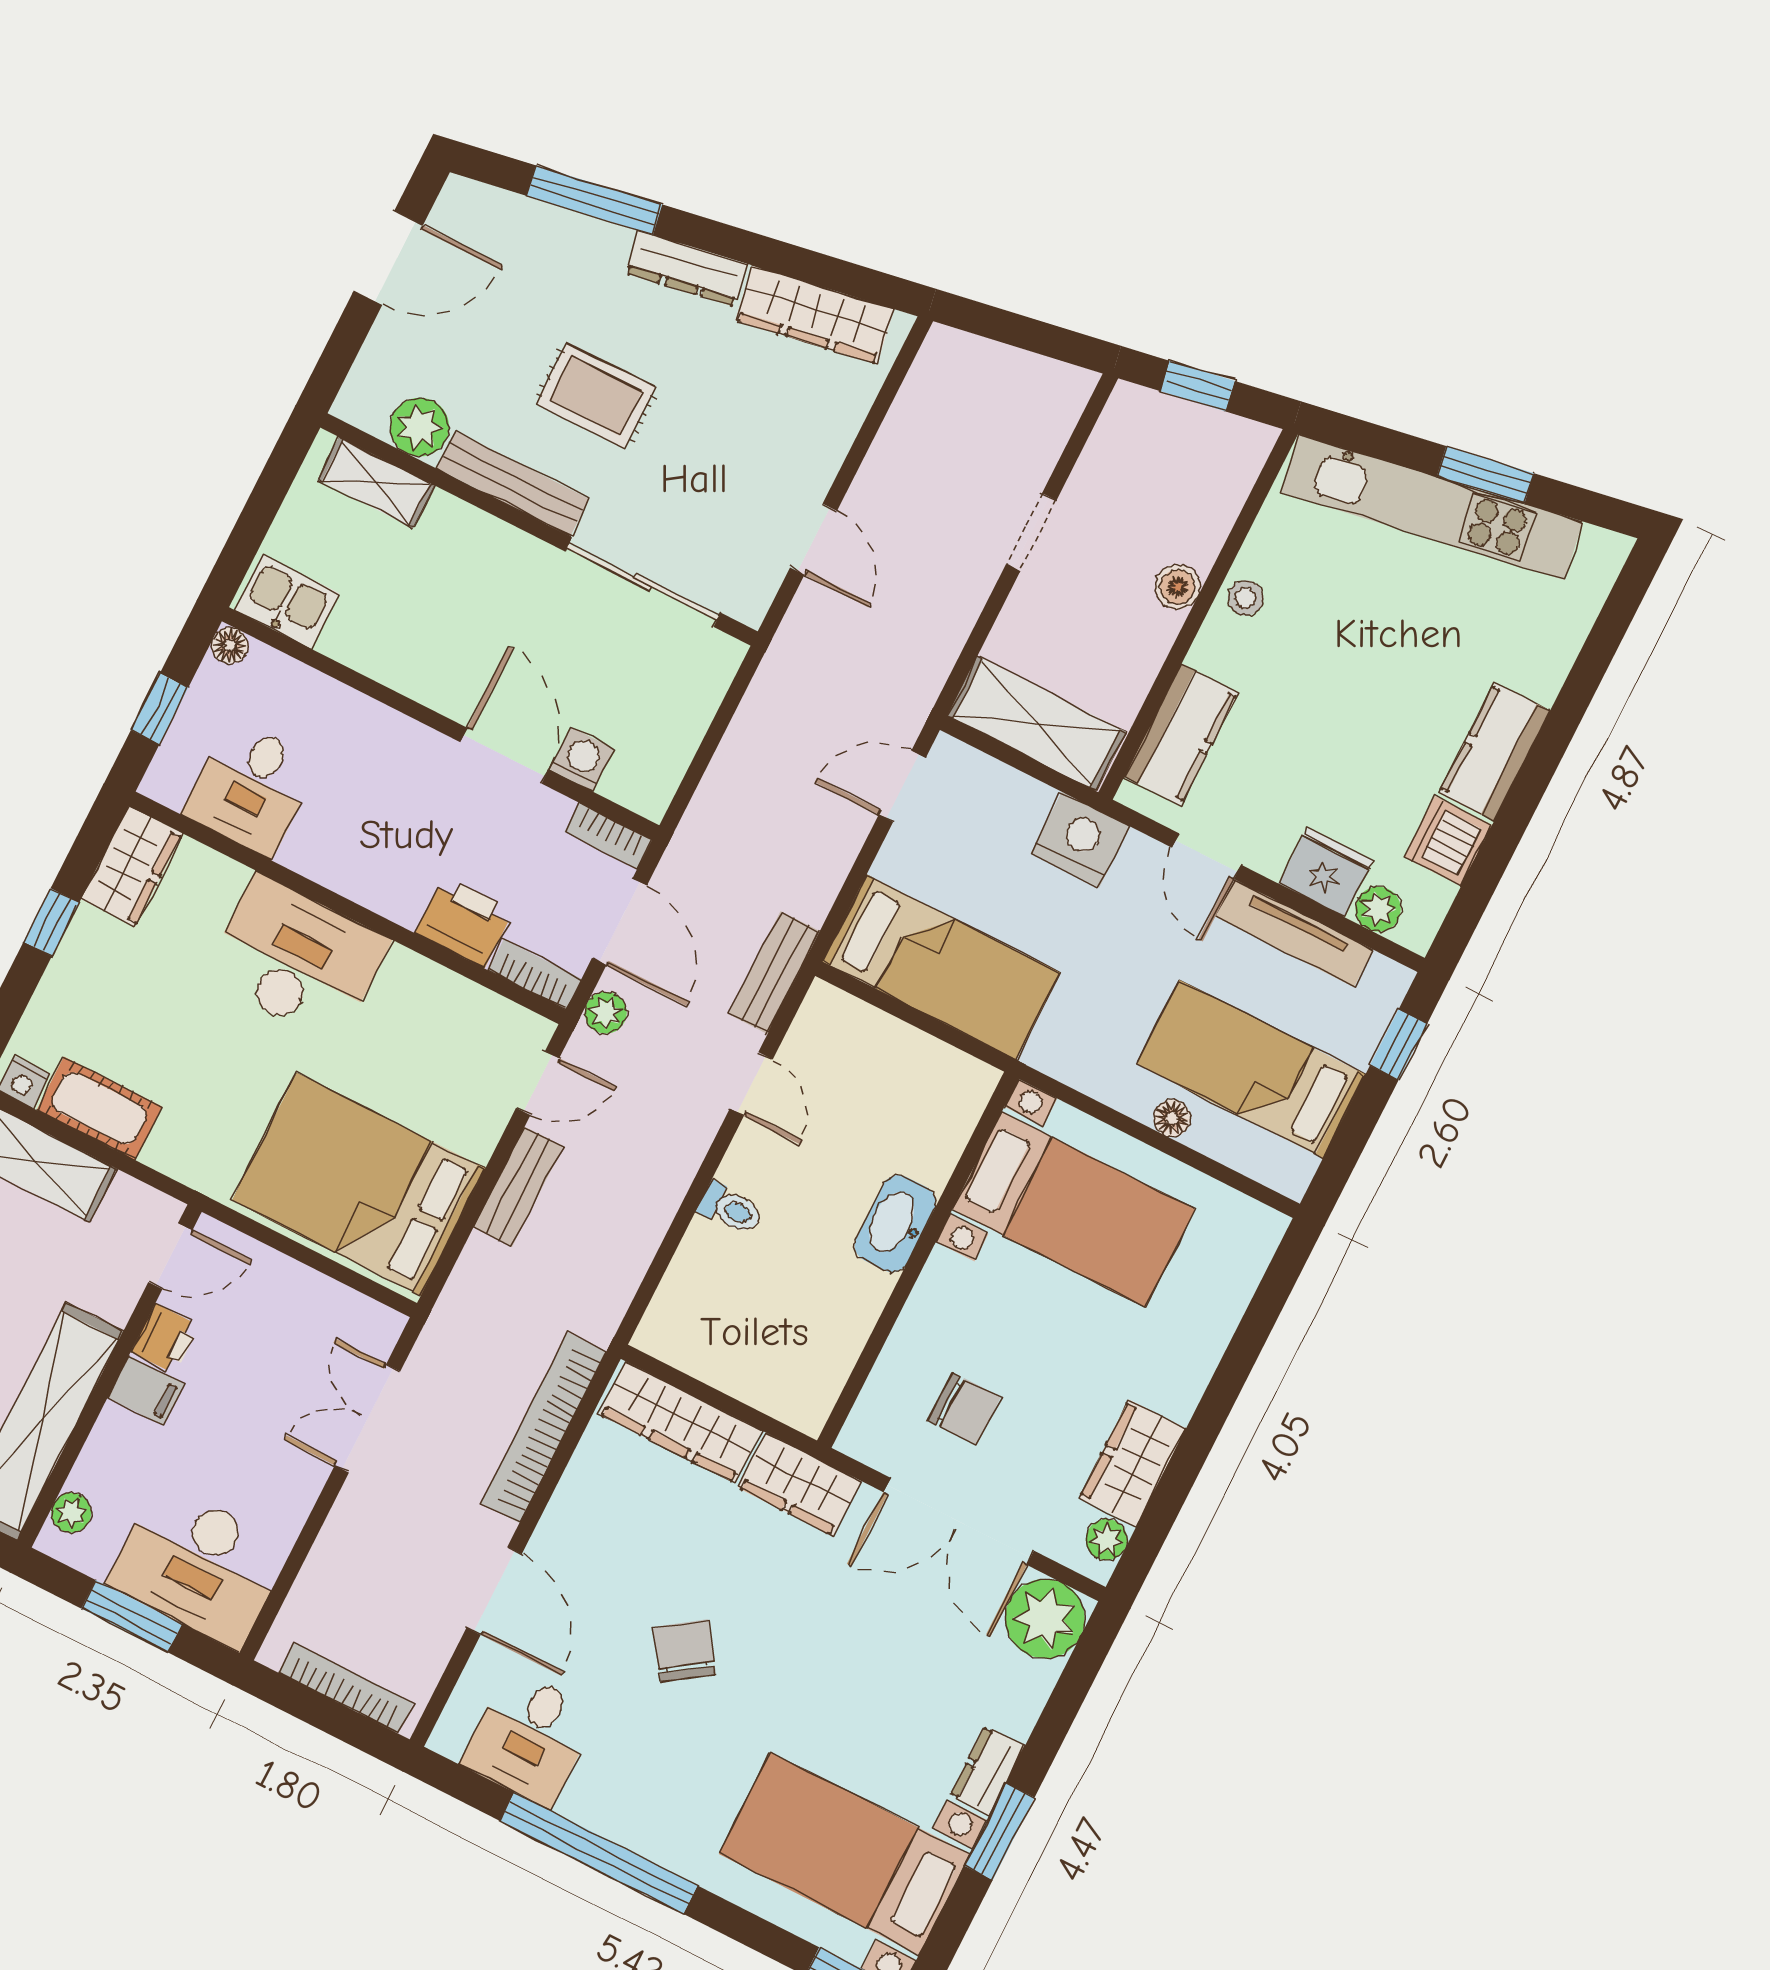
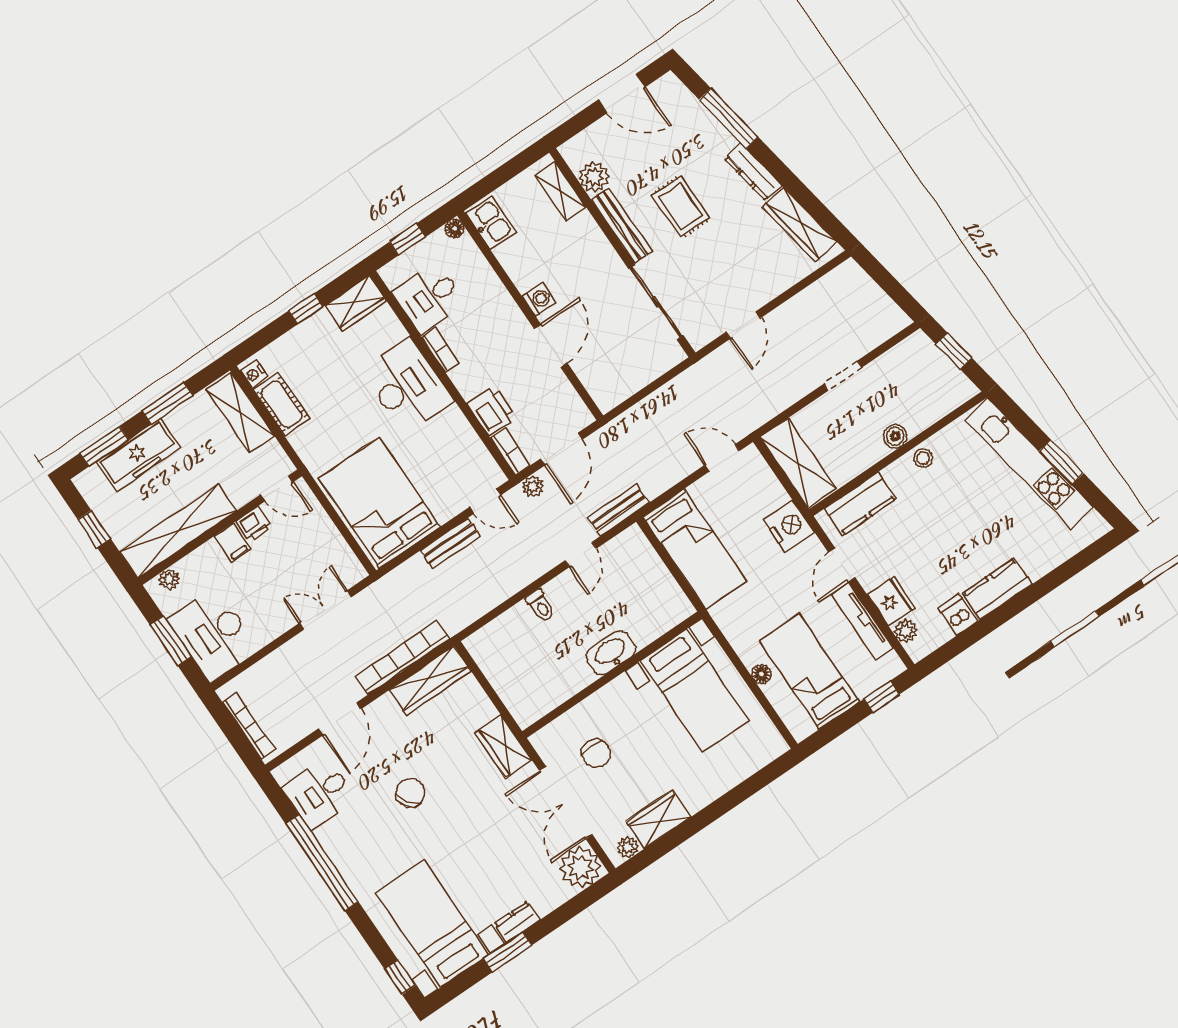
washing machine: (582, 759) -> (539, 300), moved
bookcase: (608, 836) -> (440, 350), moved, turned 180
dishwasher: (1448, 841) -> (958, 615), width x0.73
wardrobe: (680, 1422) -> (430, 680), moved, turned -90

